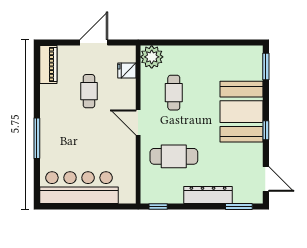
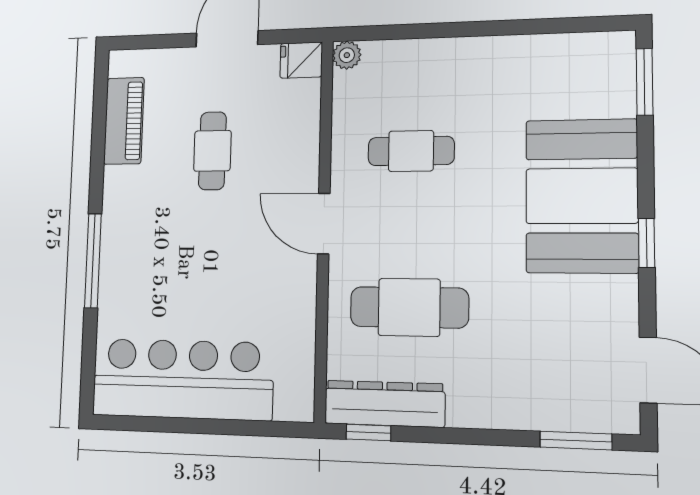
plant: (152, 57) -> (347, 55), width x0.53, depth x0.53
piano: (48, 65) -> (124, 121), moved
fridge: (127, 71) -> (301, 60), moved
cafe table: (174, 93) -> (411, 151), turned 90
dresser: (208, 195) -> (385, 404), moved

